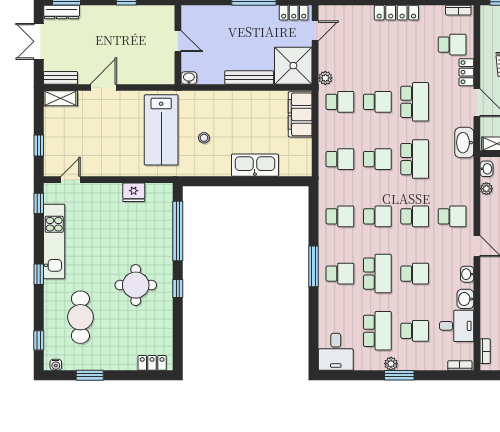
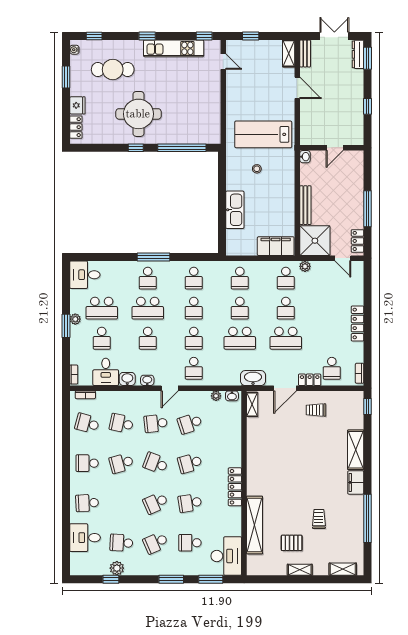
fridge: (134, 192) -> (77, 105), moved, turned 180
round table: (136, 285) -> (138, 114), width x1.36, depth x1.36

